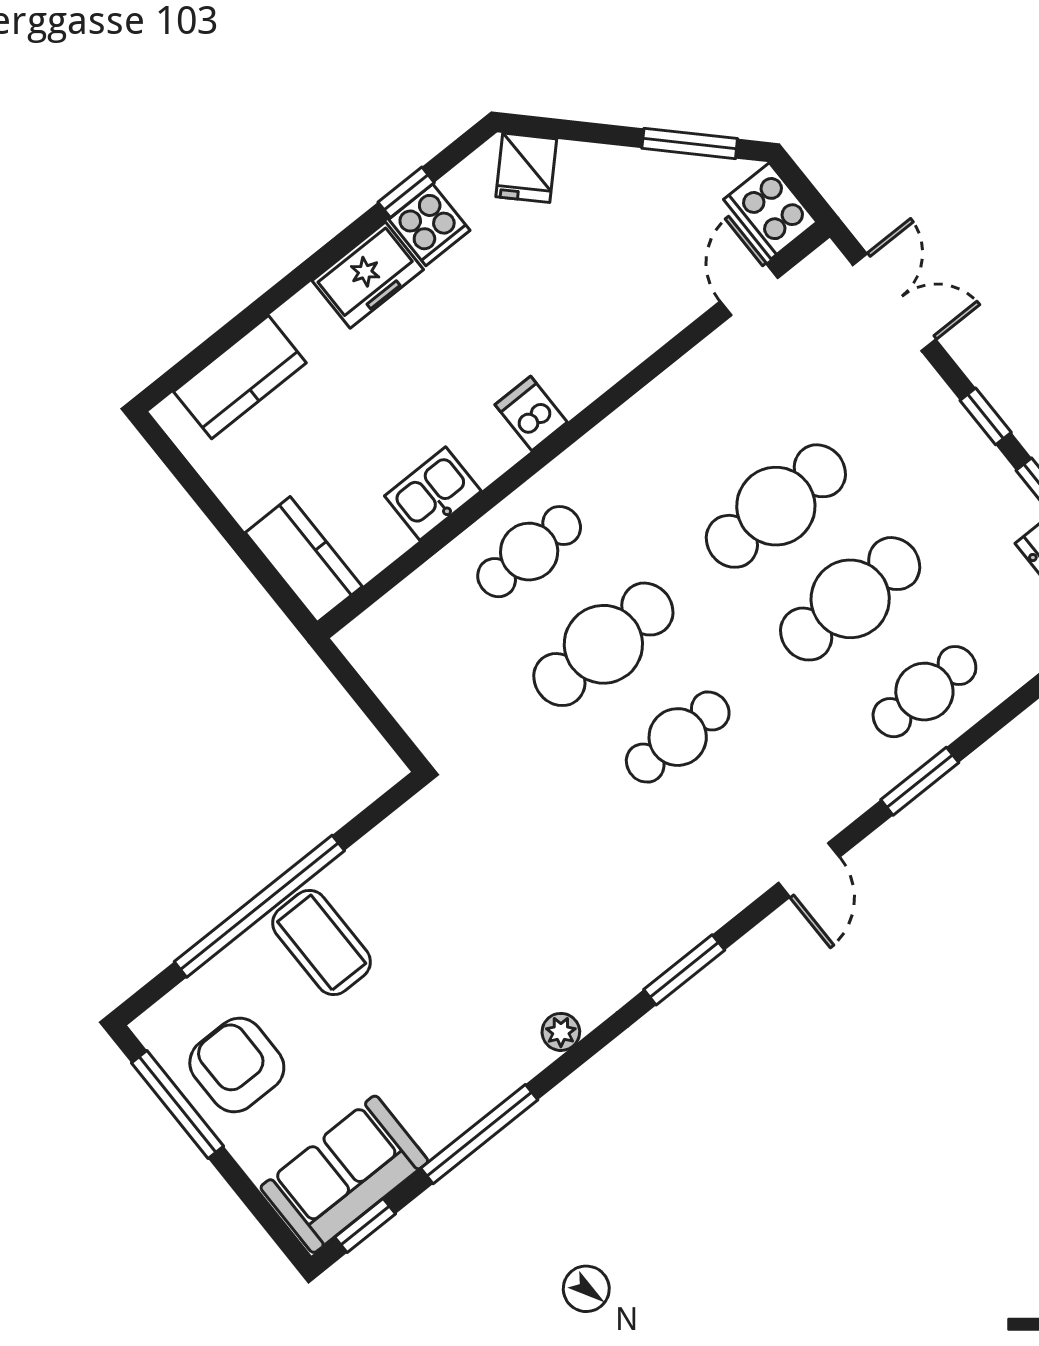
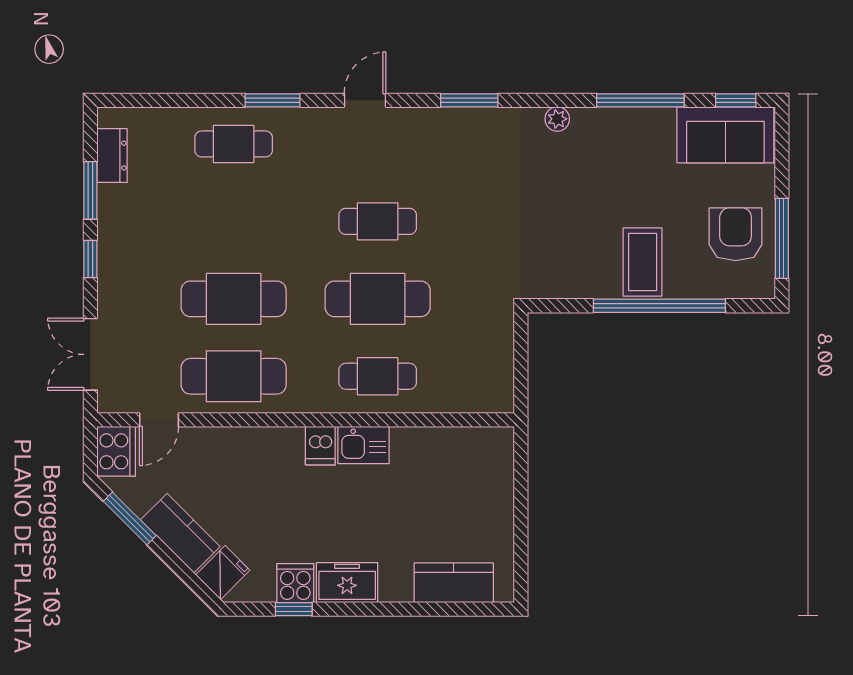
kitchen sink: (433, 494) -> (363, 445), moved
kitchen counter: (304, 560) -> (180, 533), moved, turned 135
cafe table: (850, 599) -> (234, 376), moved
armchair: (237, 1065) -> (736, 234), turned 180

